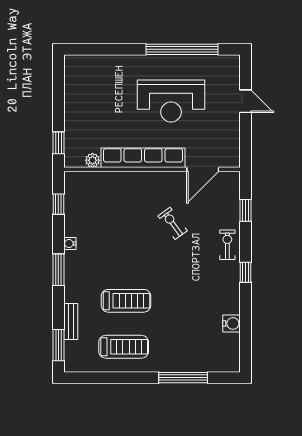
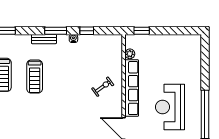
window: (58, 204) -> (87, 31), moved
exercise bike: (173, 223) -> (103, 87), moved
bench: (71, 322) -> (44, 39), moved

